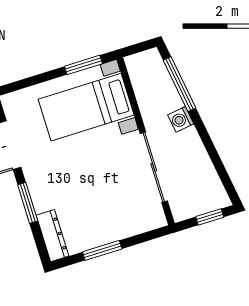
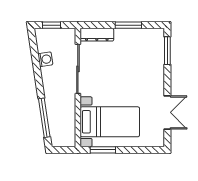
washing machine: (181, 119) -> (45, 59), moved
window: (28, 203) -> (167, 51), moved
dresser: (53, 236) -> (97, 35), moved, turned -90

